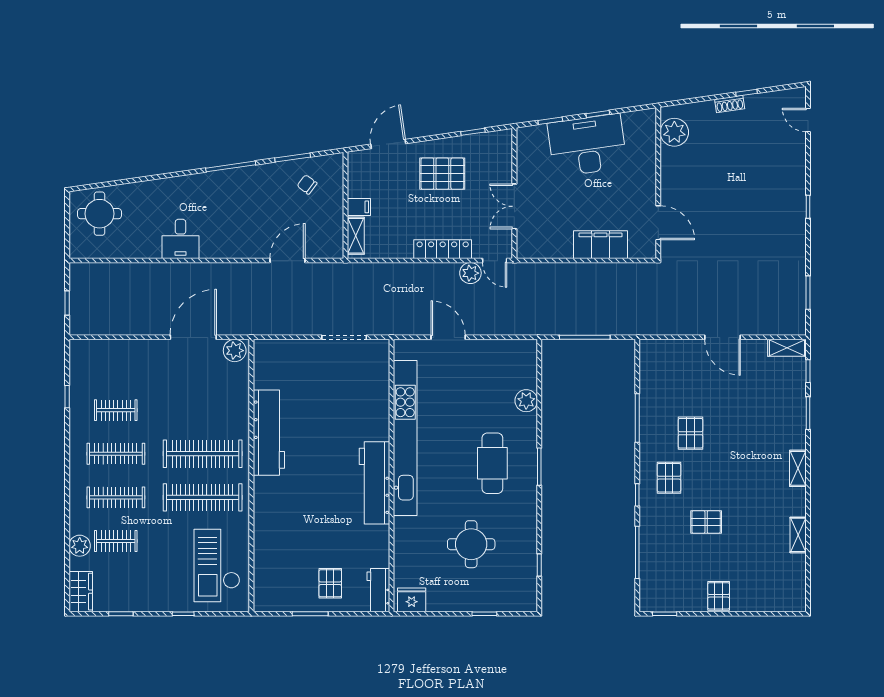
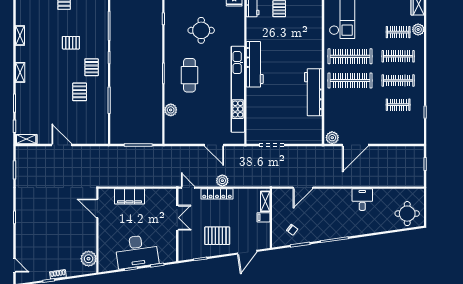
plant: (470, 273) -> (222, 181), moved

